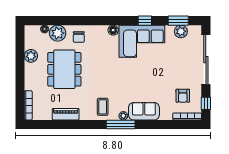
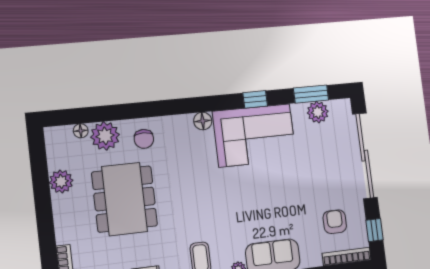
armchair: (183, 96) -> (335, 222), turned 180

